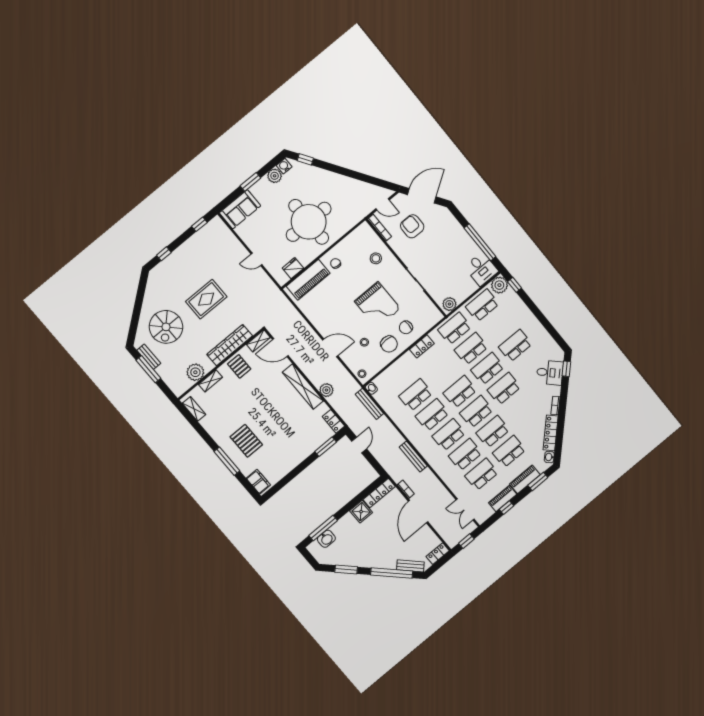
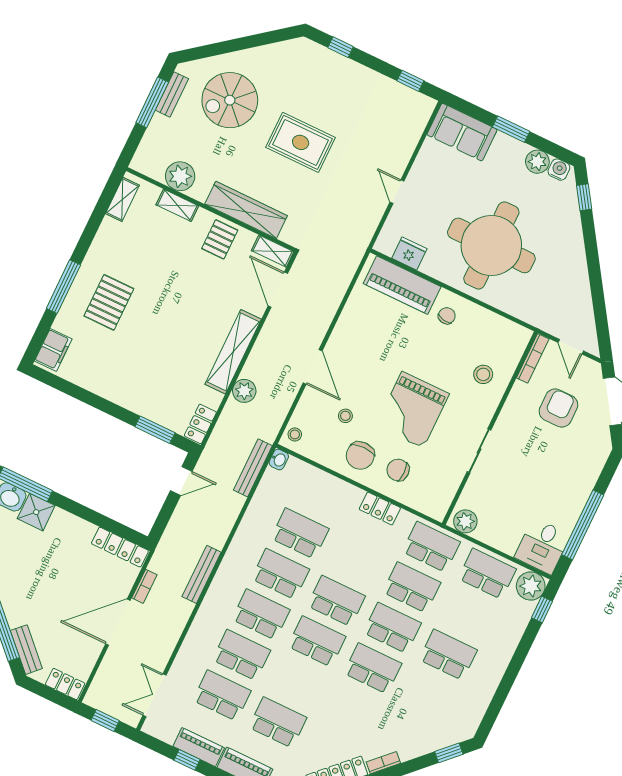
desk: (550, 373) -> (431, 729), removed
school desk: (493, 432) -> (297, 682), removed
shower: (361, 512) -> (36, 512), moved

